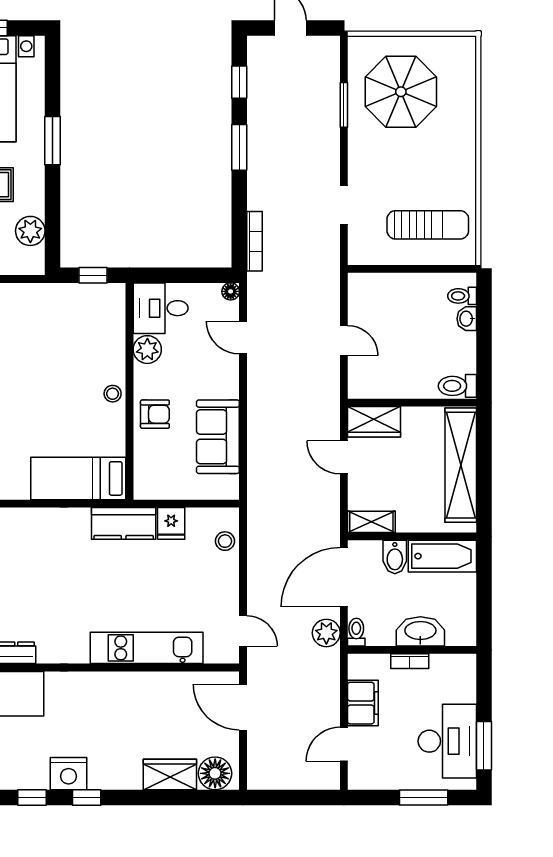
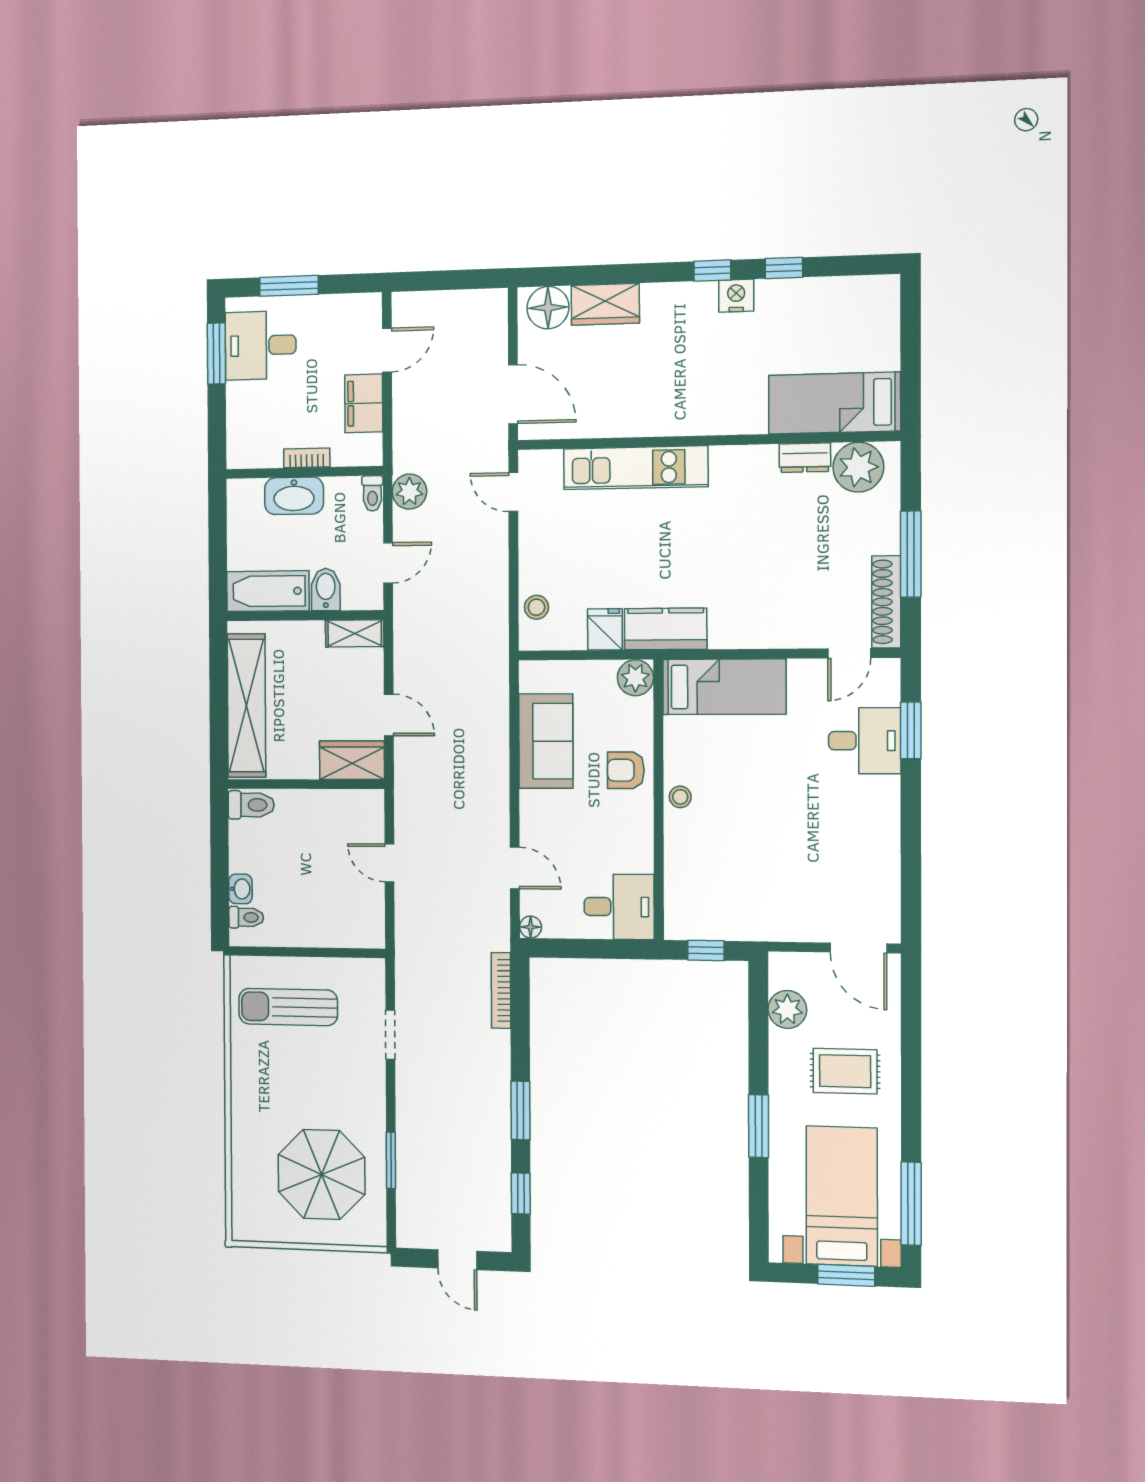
plant: (147, 350) -> (635, 678), moved
door: (344, 577) -> (388, 563), width x0.53
desk: (447, 741) -> (261, 345), width x0.73
nightstand: (68, 774) -> (736, 296), width x0.74, depth x0.75

